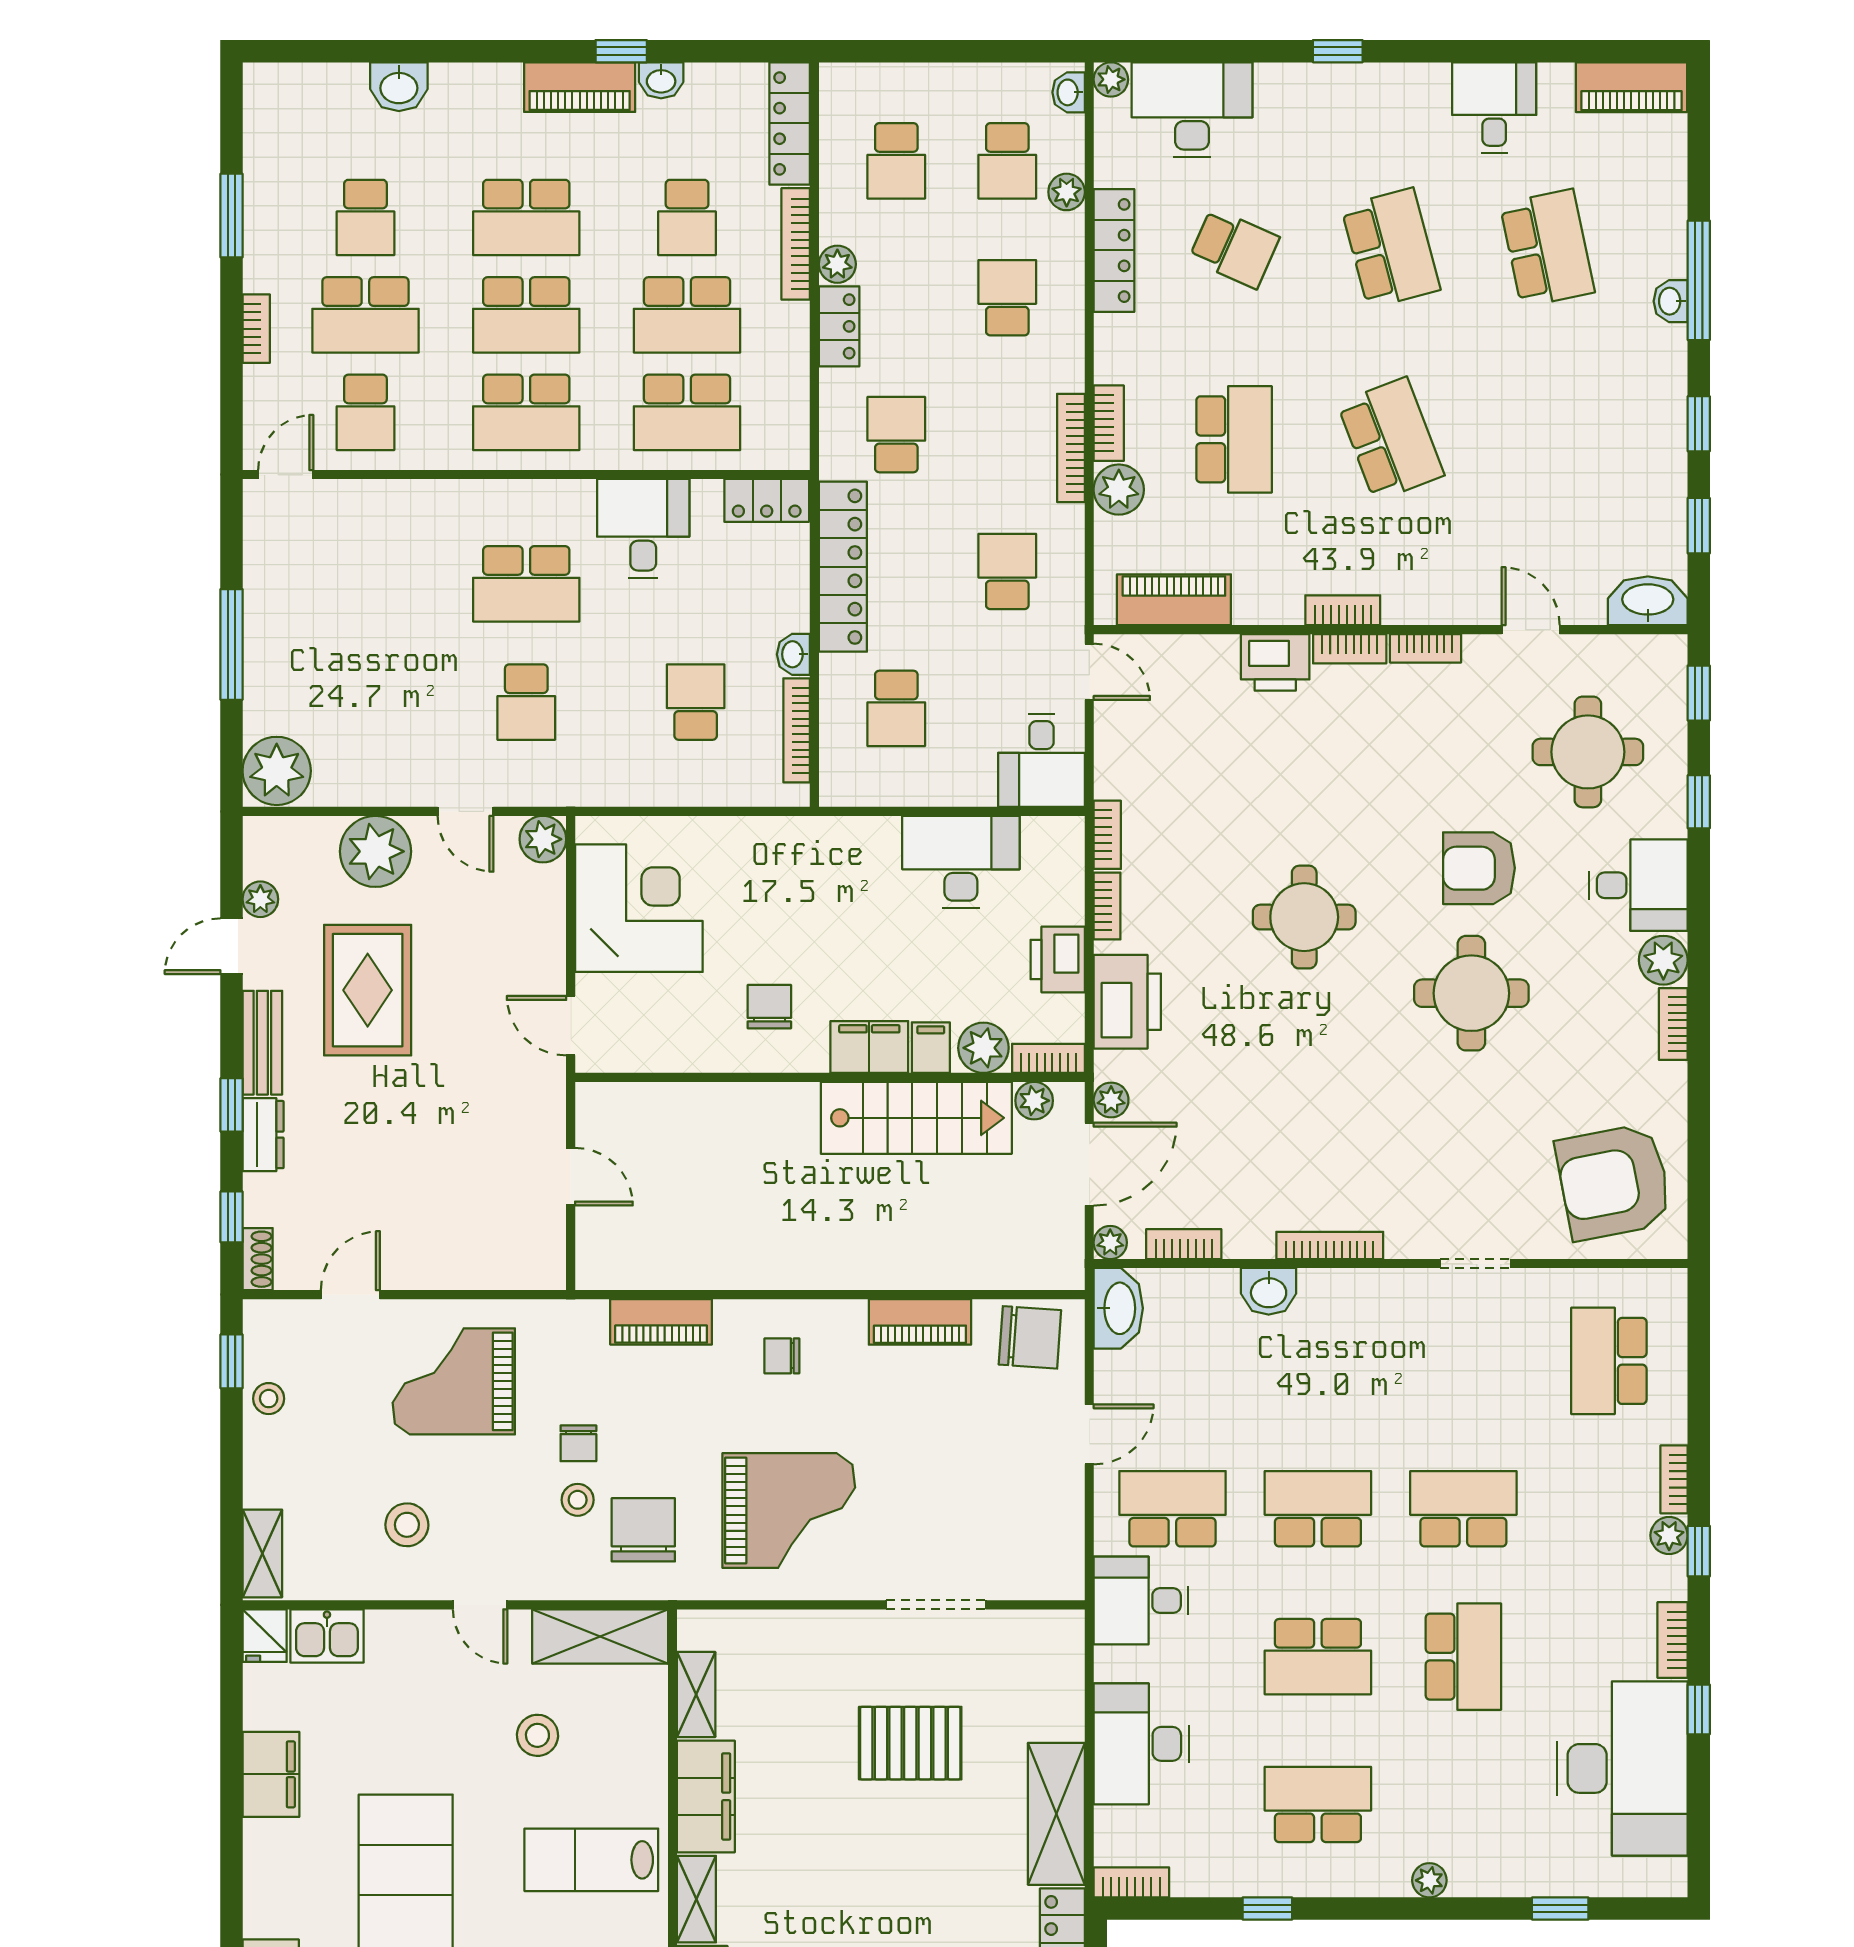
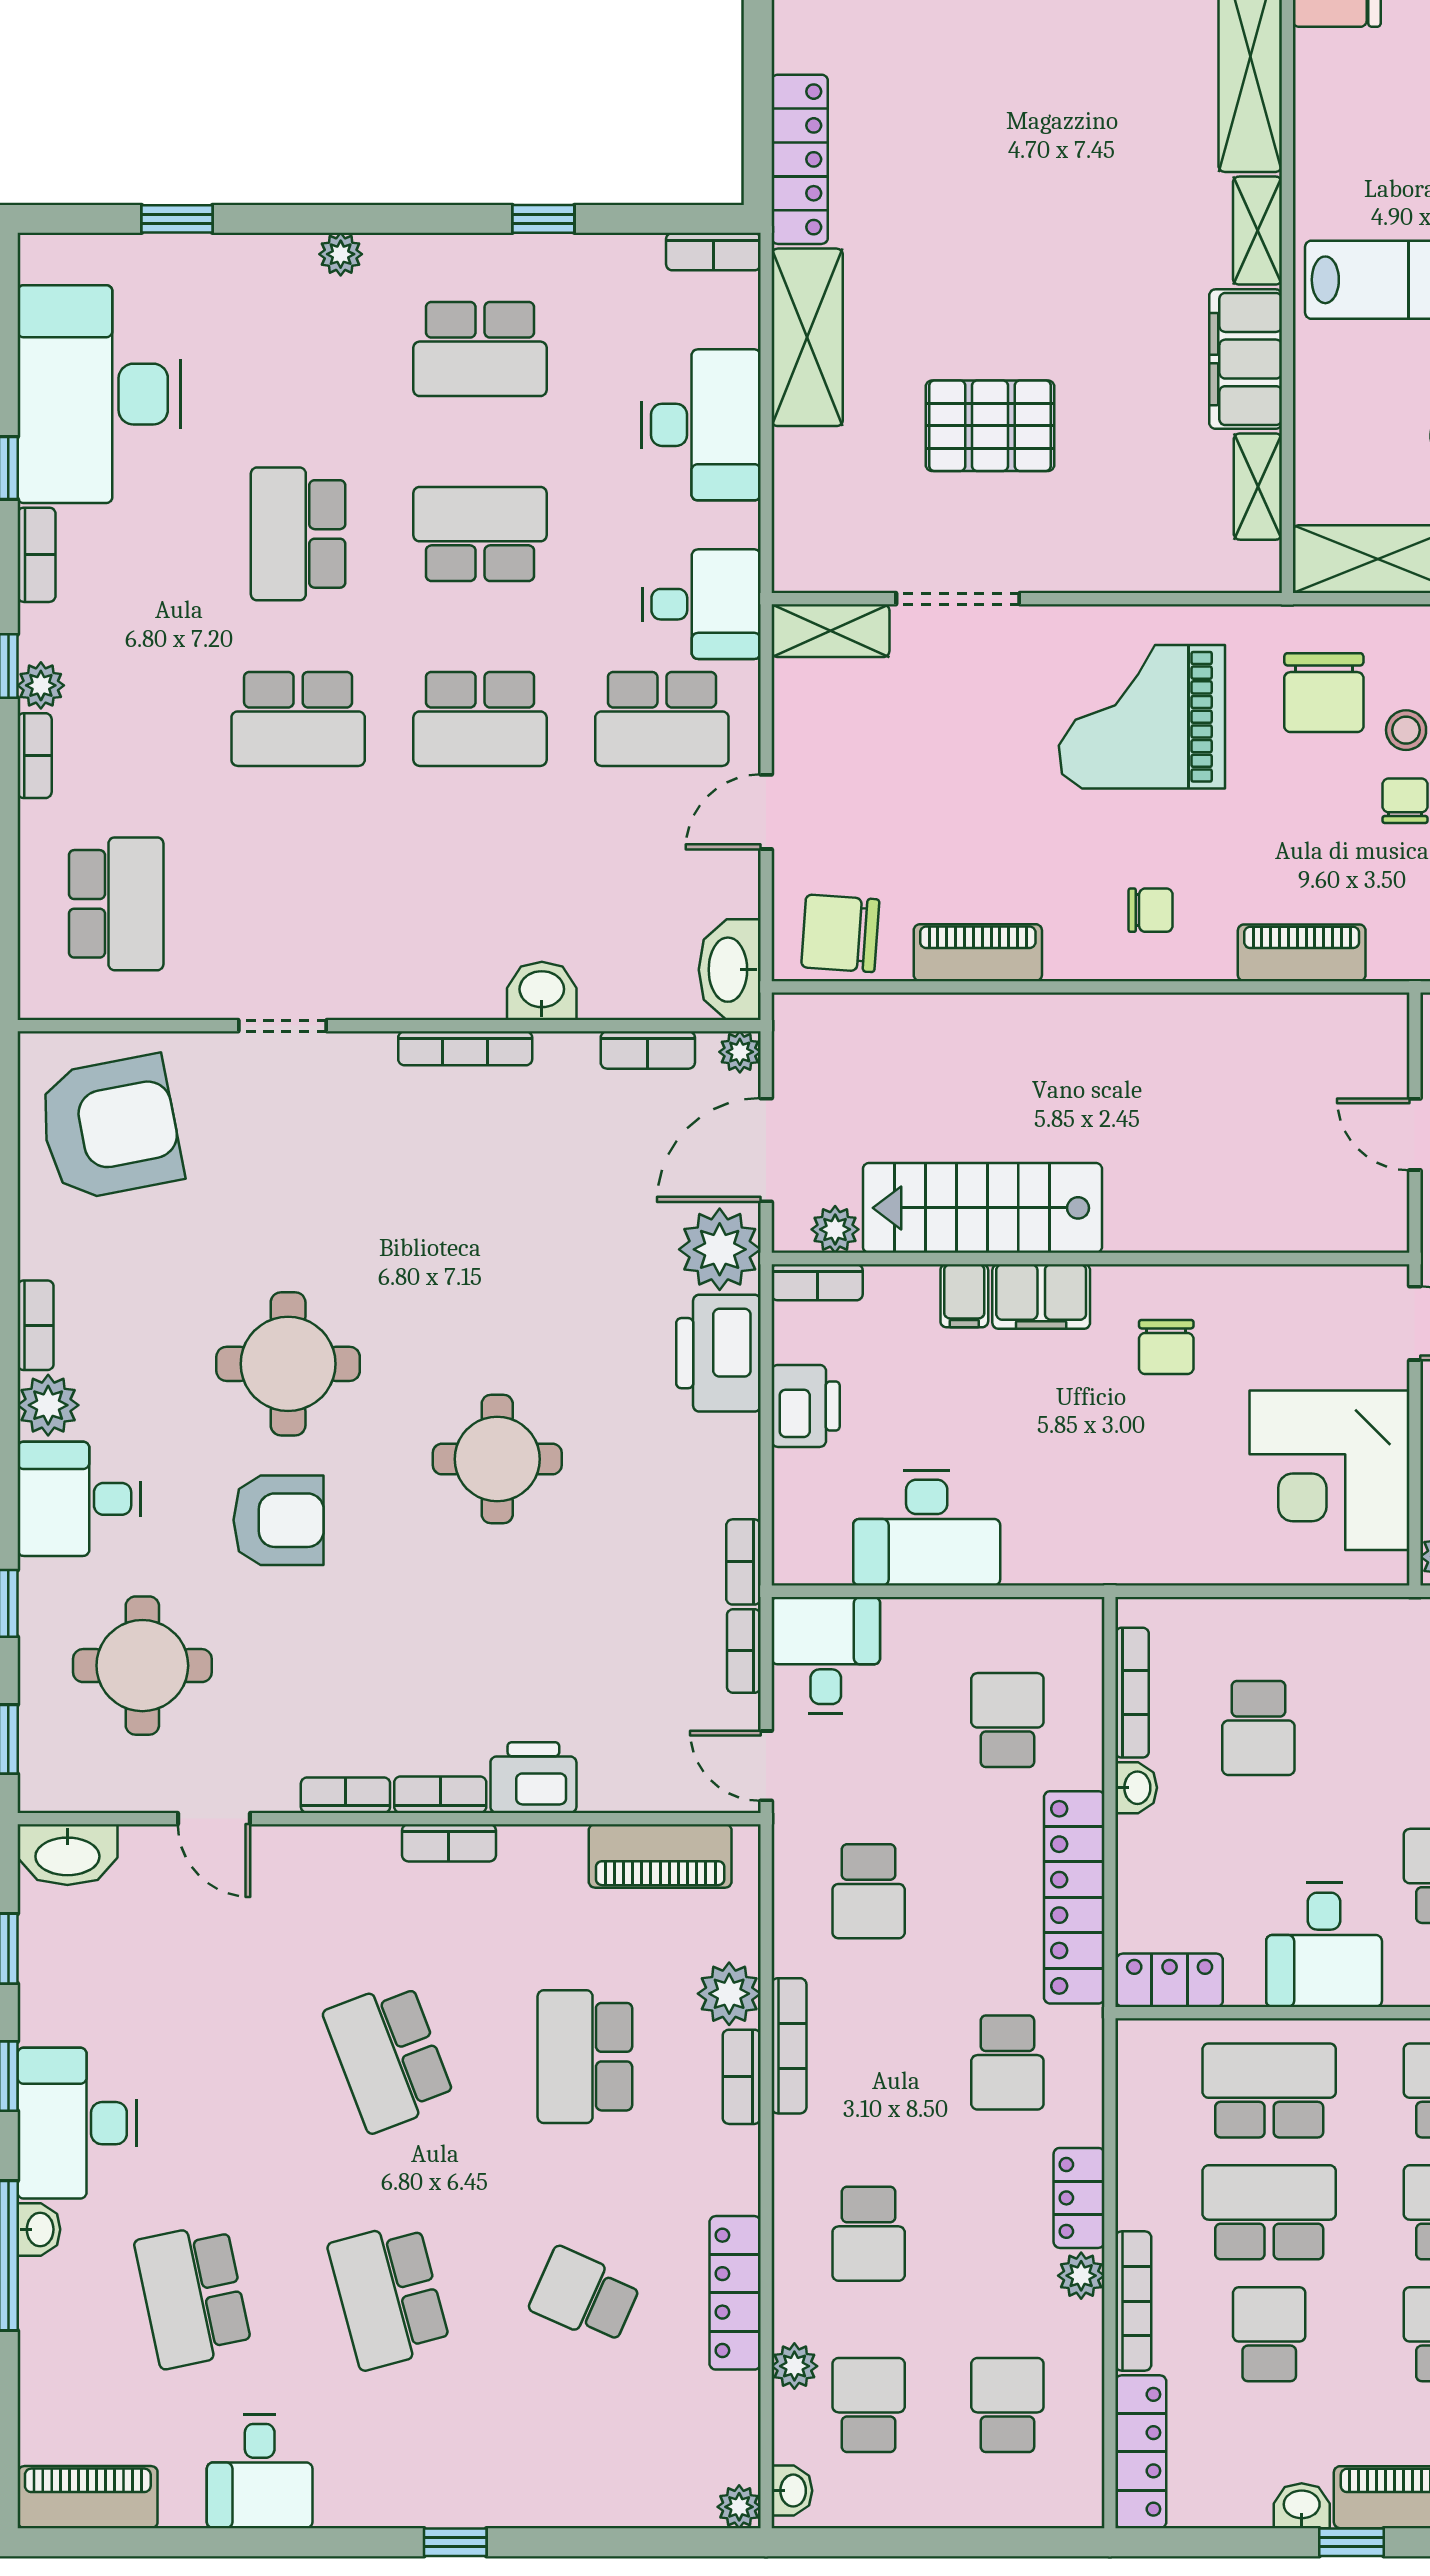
desk: (1192, 110) -> (77, 2123), moved, turned 90
bookcase: (1107, 906) -> (744, 1651), moved
plant: (983, 1048) -> (898, 1296), removed
plant: (1111, 1100) -> (720, 1249), width x1.87, depth x1.87
shelving: (1038, 1579) -> (830, 631), added

